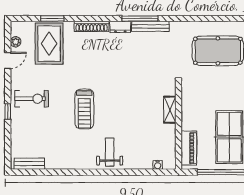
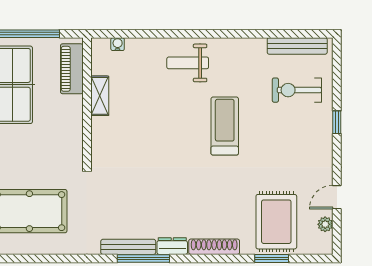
exercise bike: (32, 99) -> (297, 90), moved
shelving: (170, 110) -> (100, 96), moved
weight bench: (110, 152) -> (188, 63), turned 90
bench: (29, 164) -> (297, 46), width x1.36

